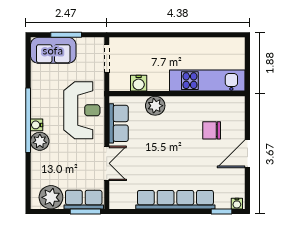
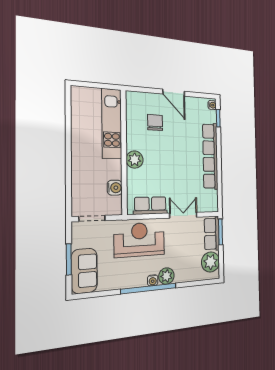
plant: (155, 106) -> (135, 160), moved
chair: (212, 130) -> (155, 122), turned 180

